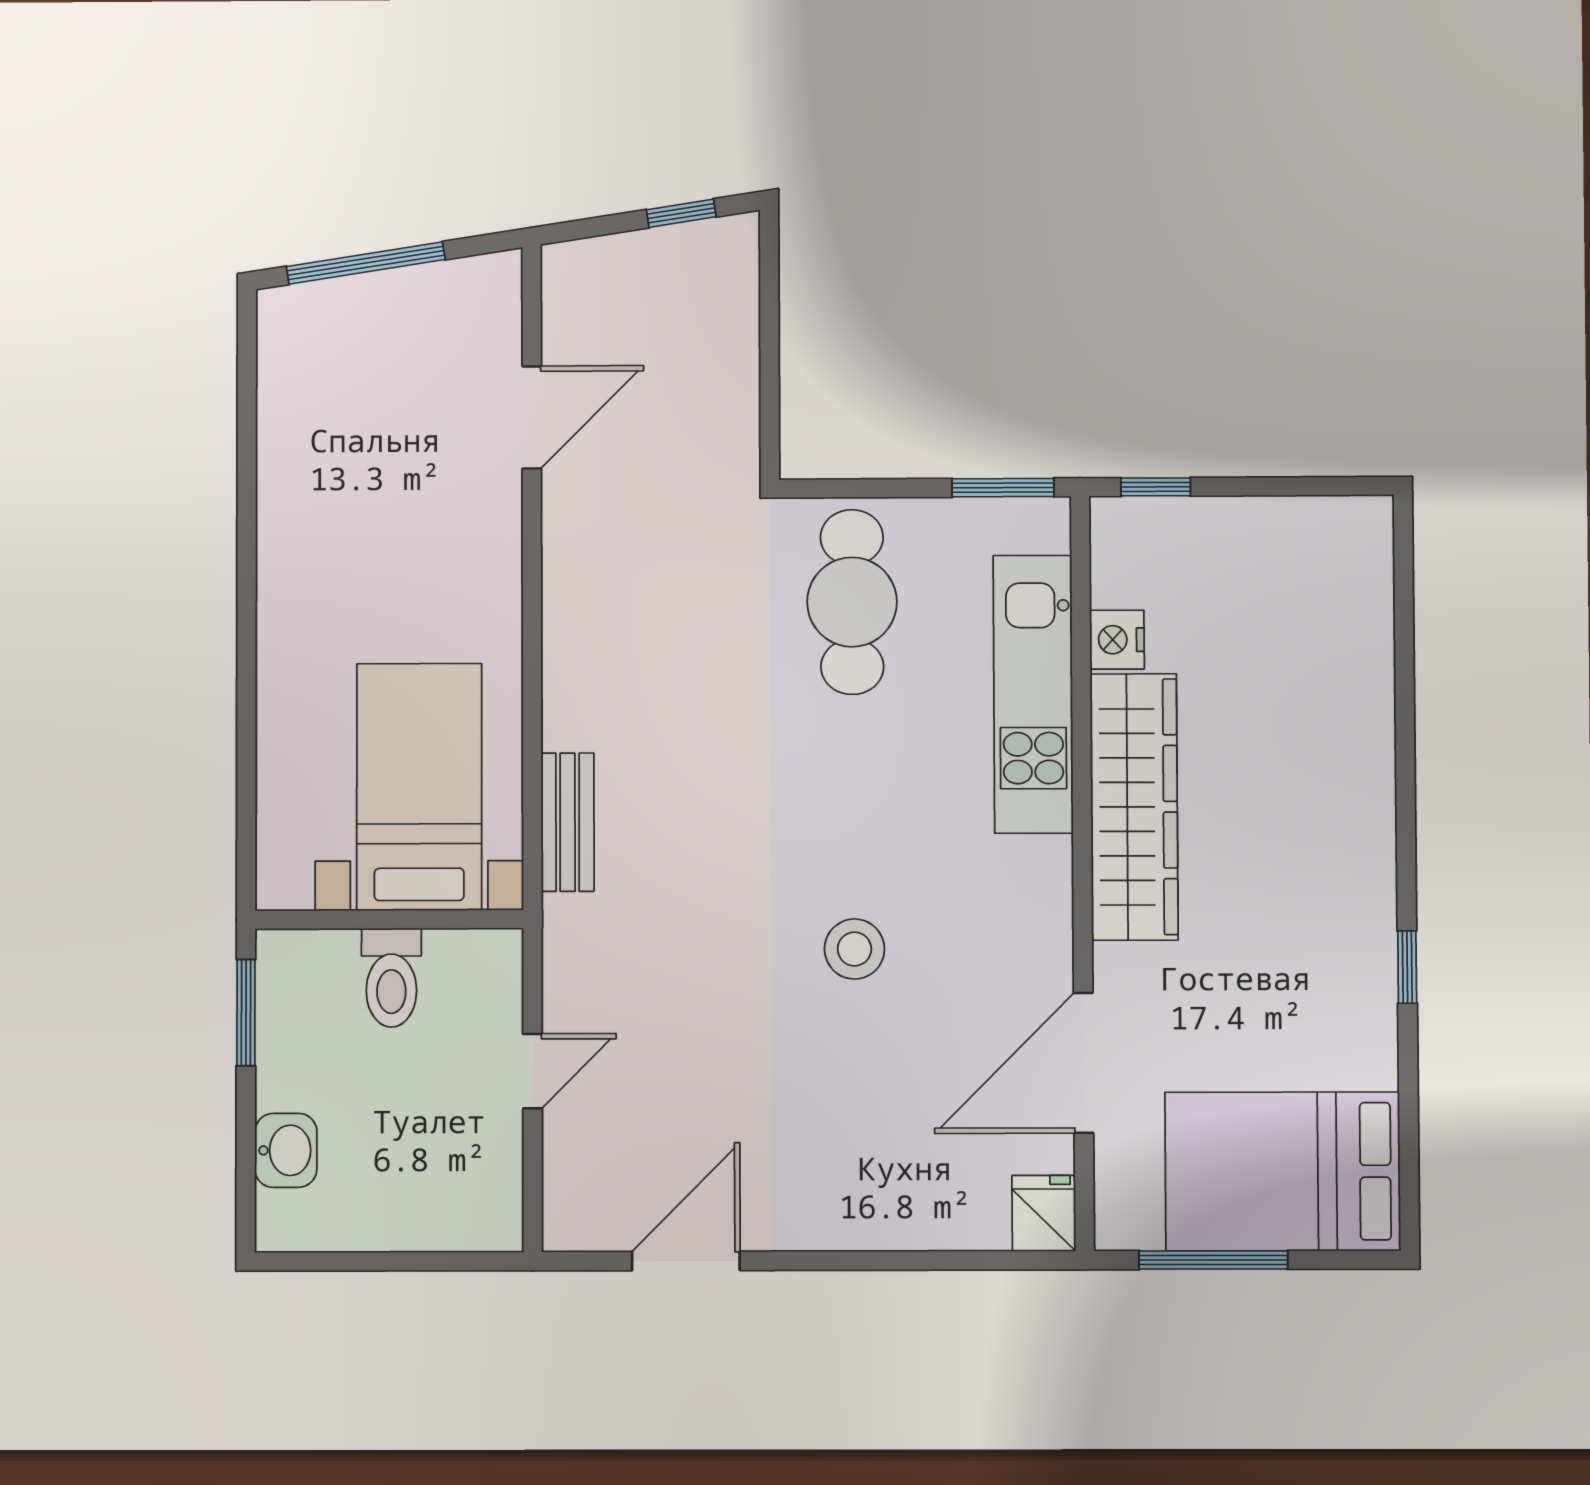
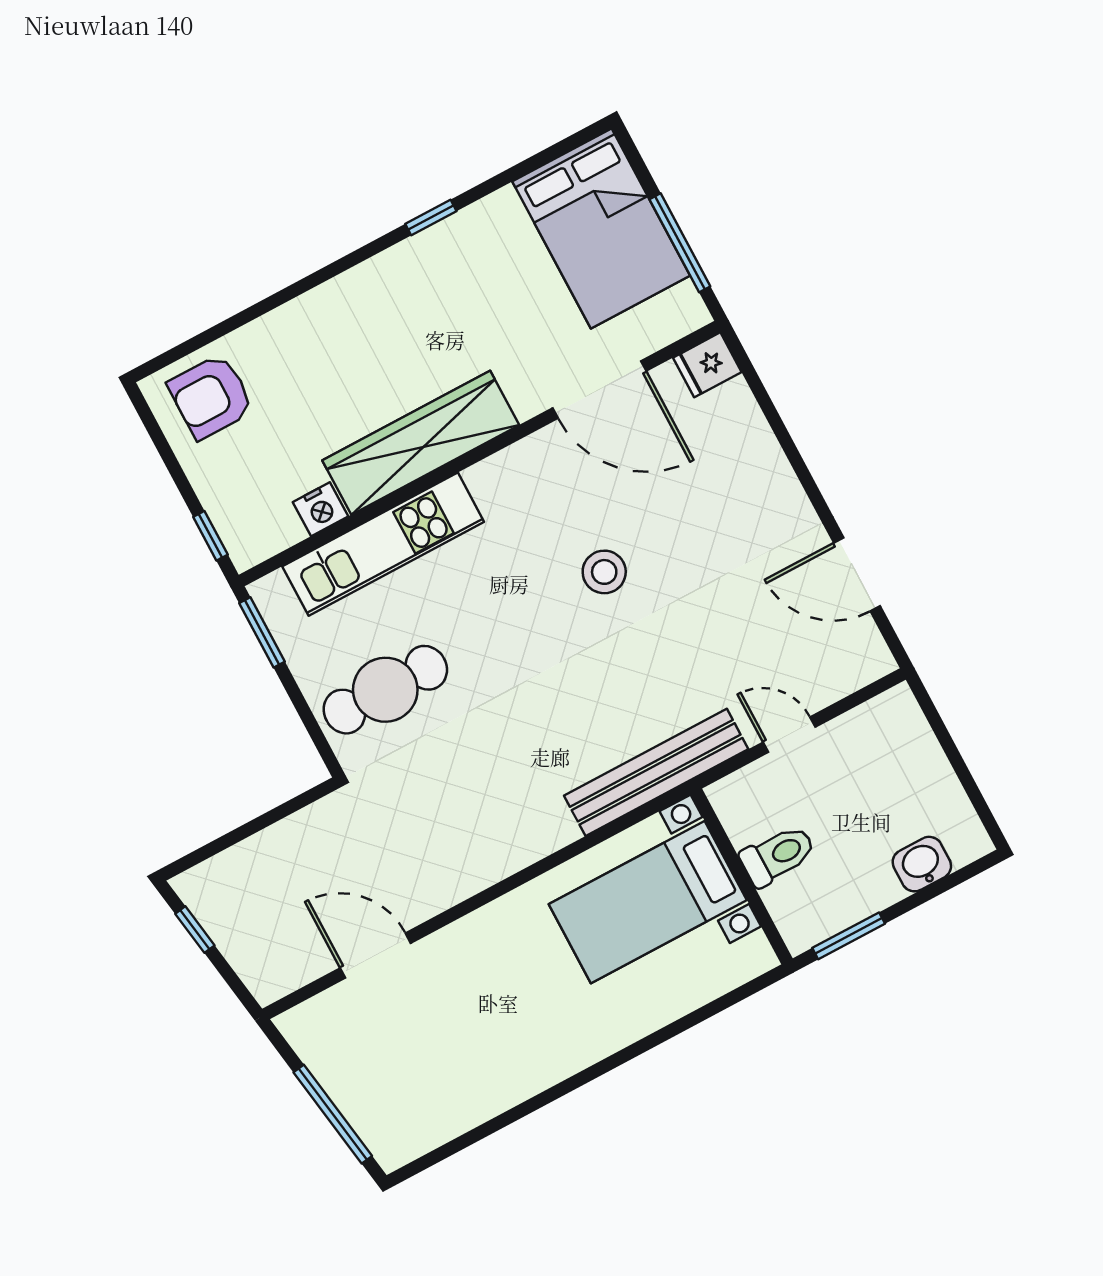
armchair: (1328, 578) -> (211, 397), added
bench: (568, 822) -> (656, 772), width x1.86, depth x1.21

